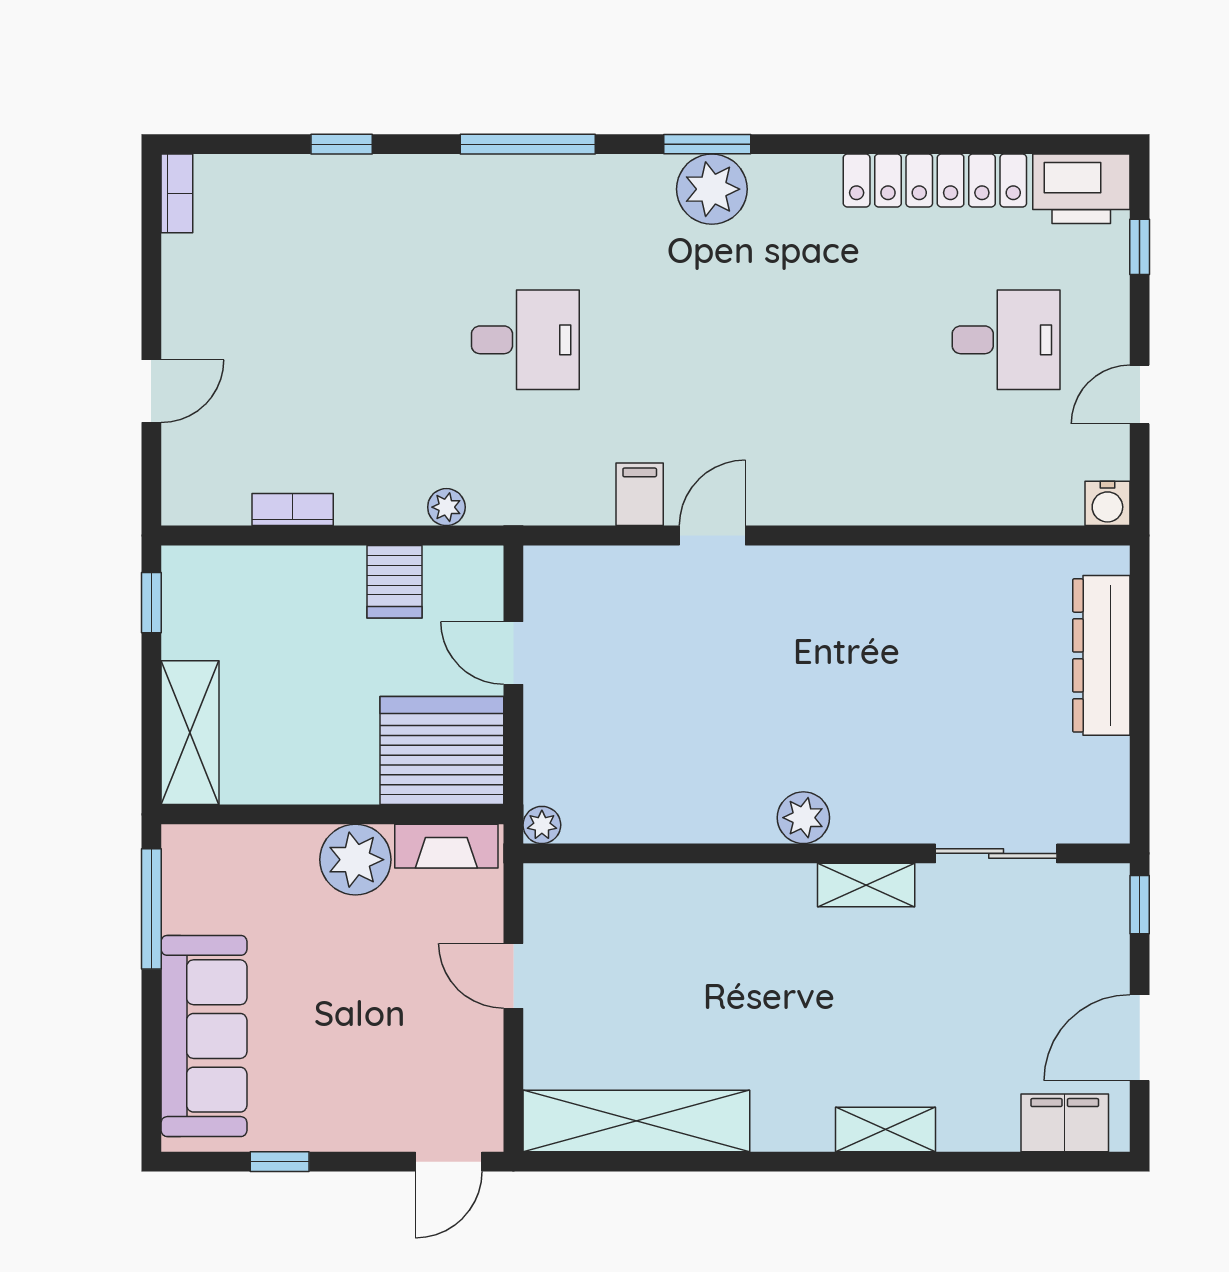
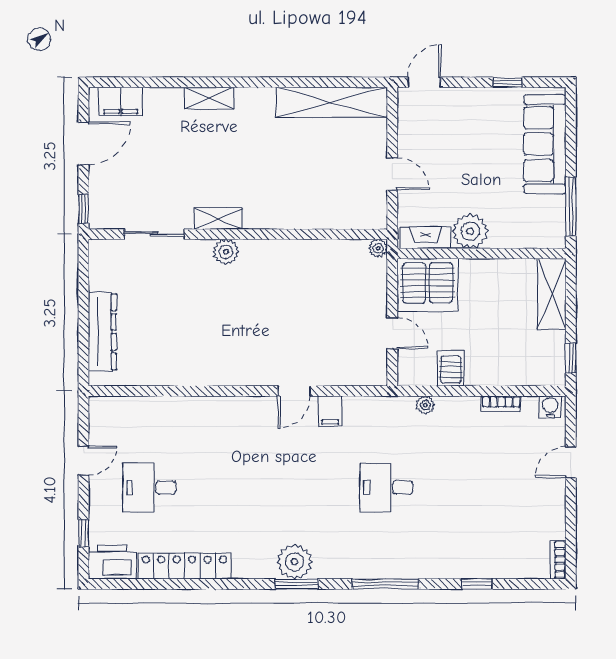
water cooler: (1107, 503) -> (550, 407), moved
plant: (803, 818) -> (226, 252), moved

